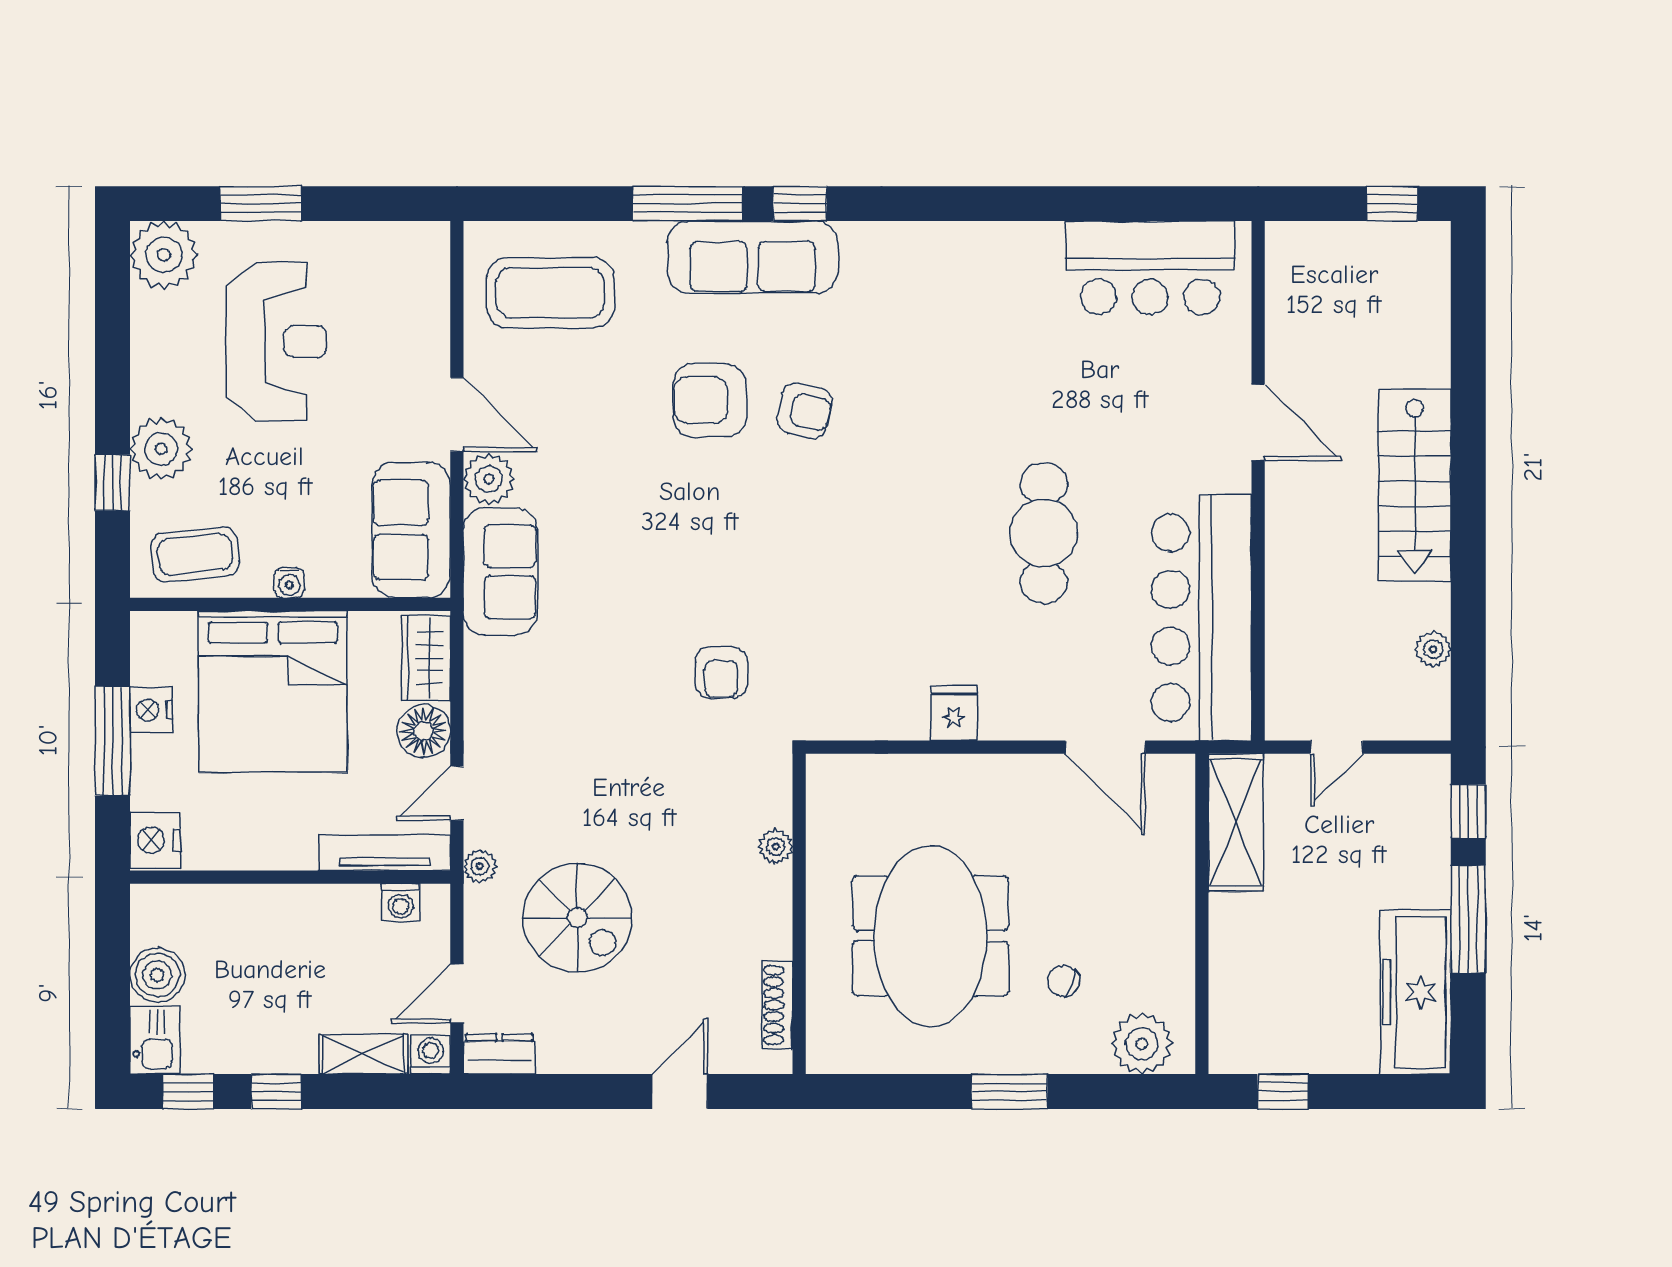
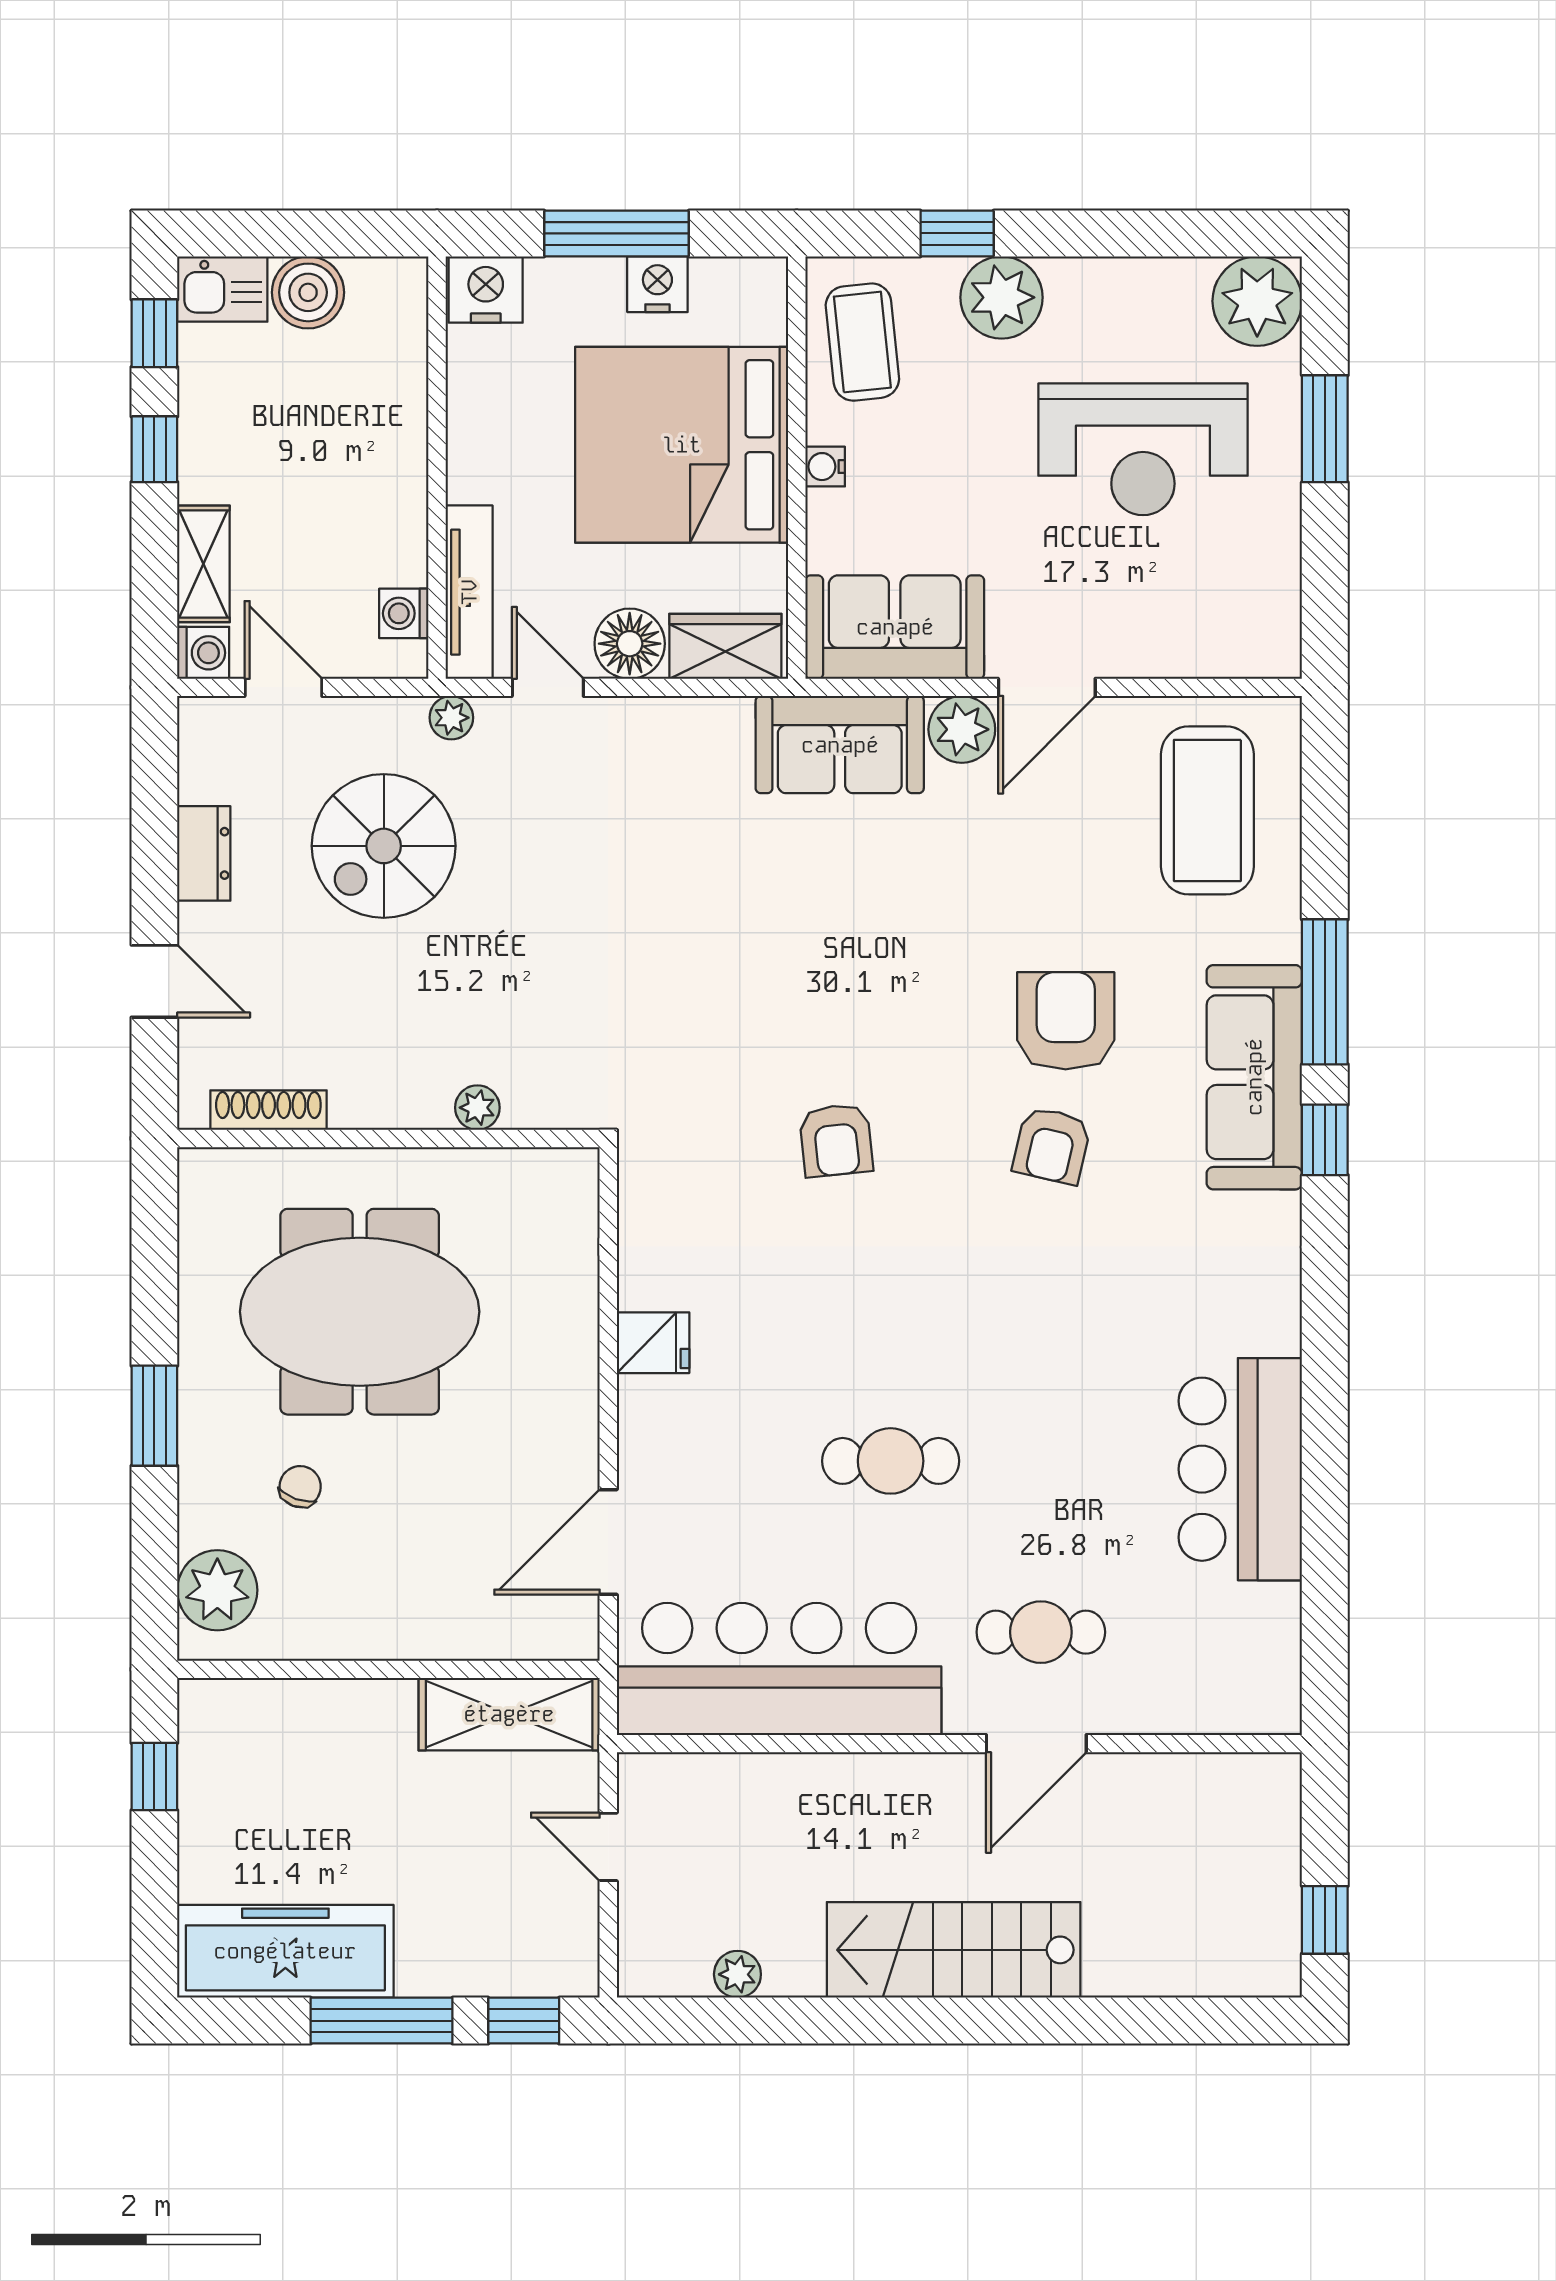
bar counter: (1150, 268) -> (1240, 1469), moved
cafe table: (1174, 419) -> (1041, 1632), added
cafe table: (1044, 533) -> (891, 1461), width x0.73, depth x0.74
armchair: (721, 673) -> (836, 1140), moved, turned -96
dresser: (499, 1054) -> (204, 853), moved

